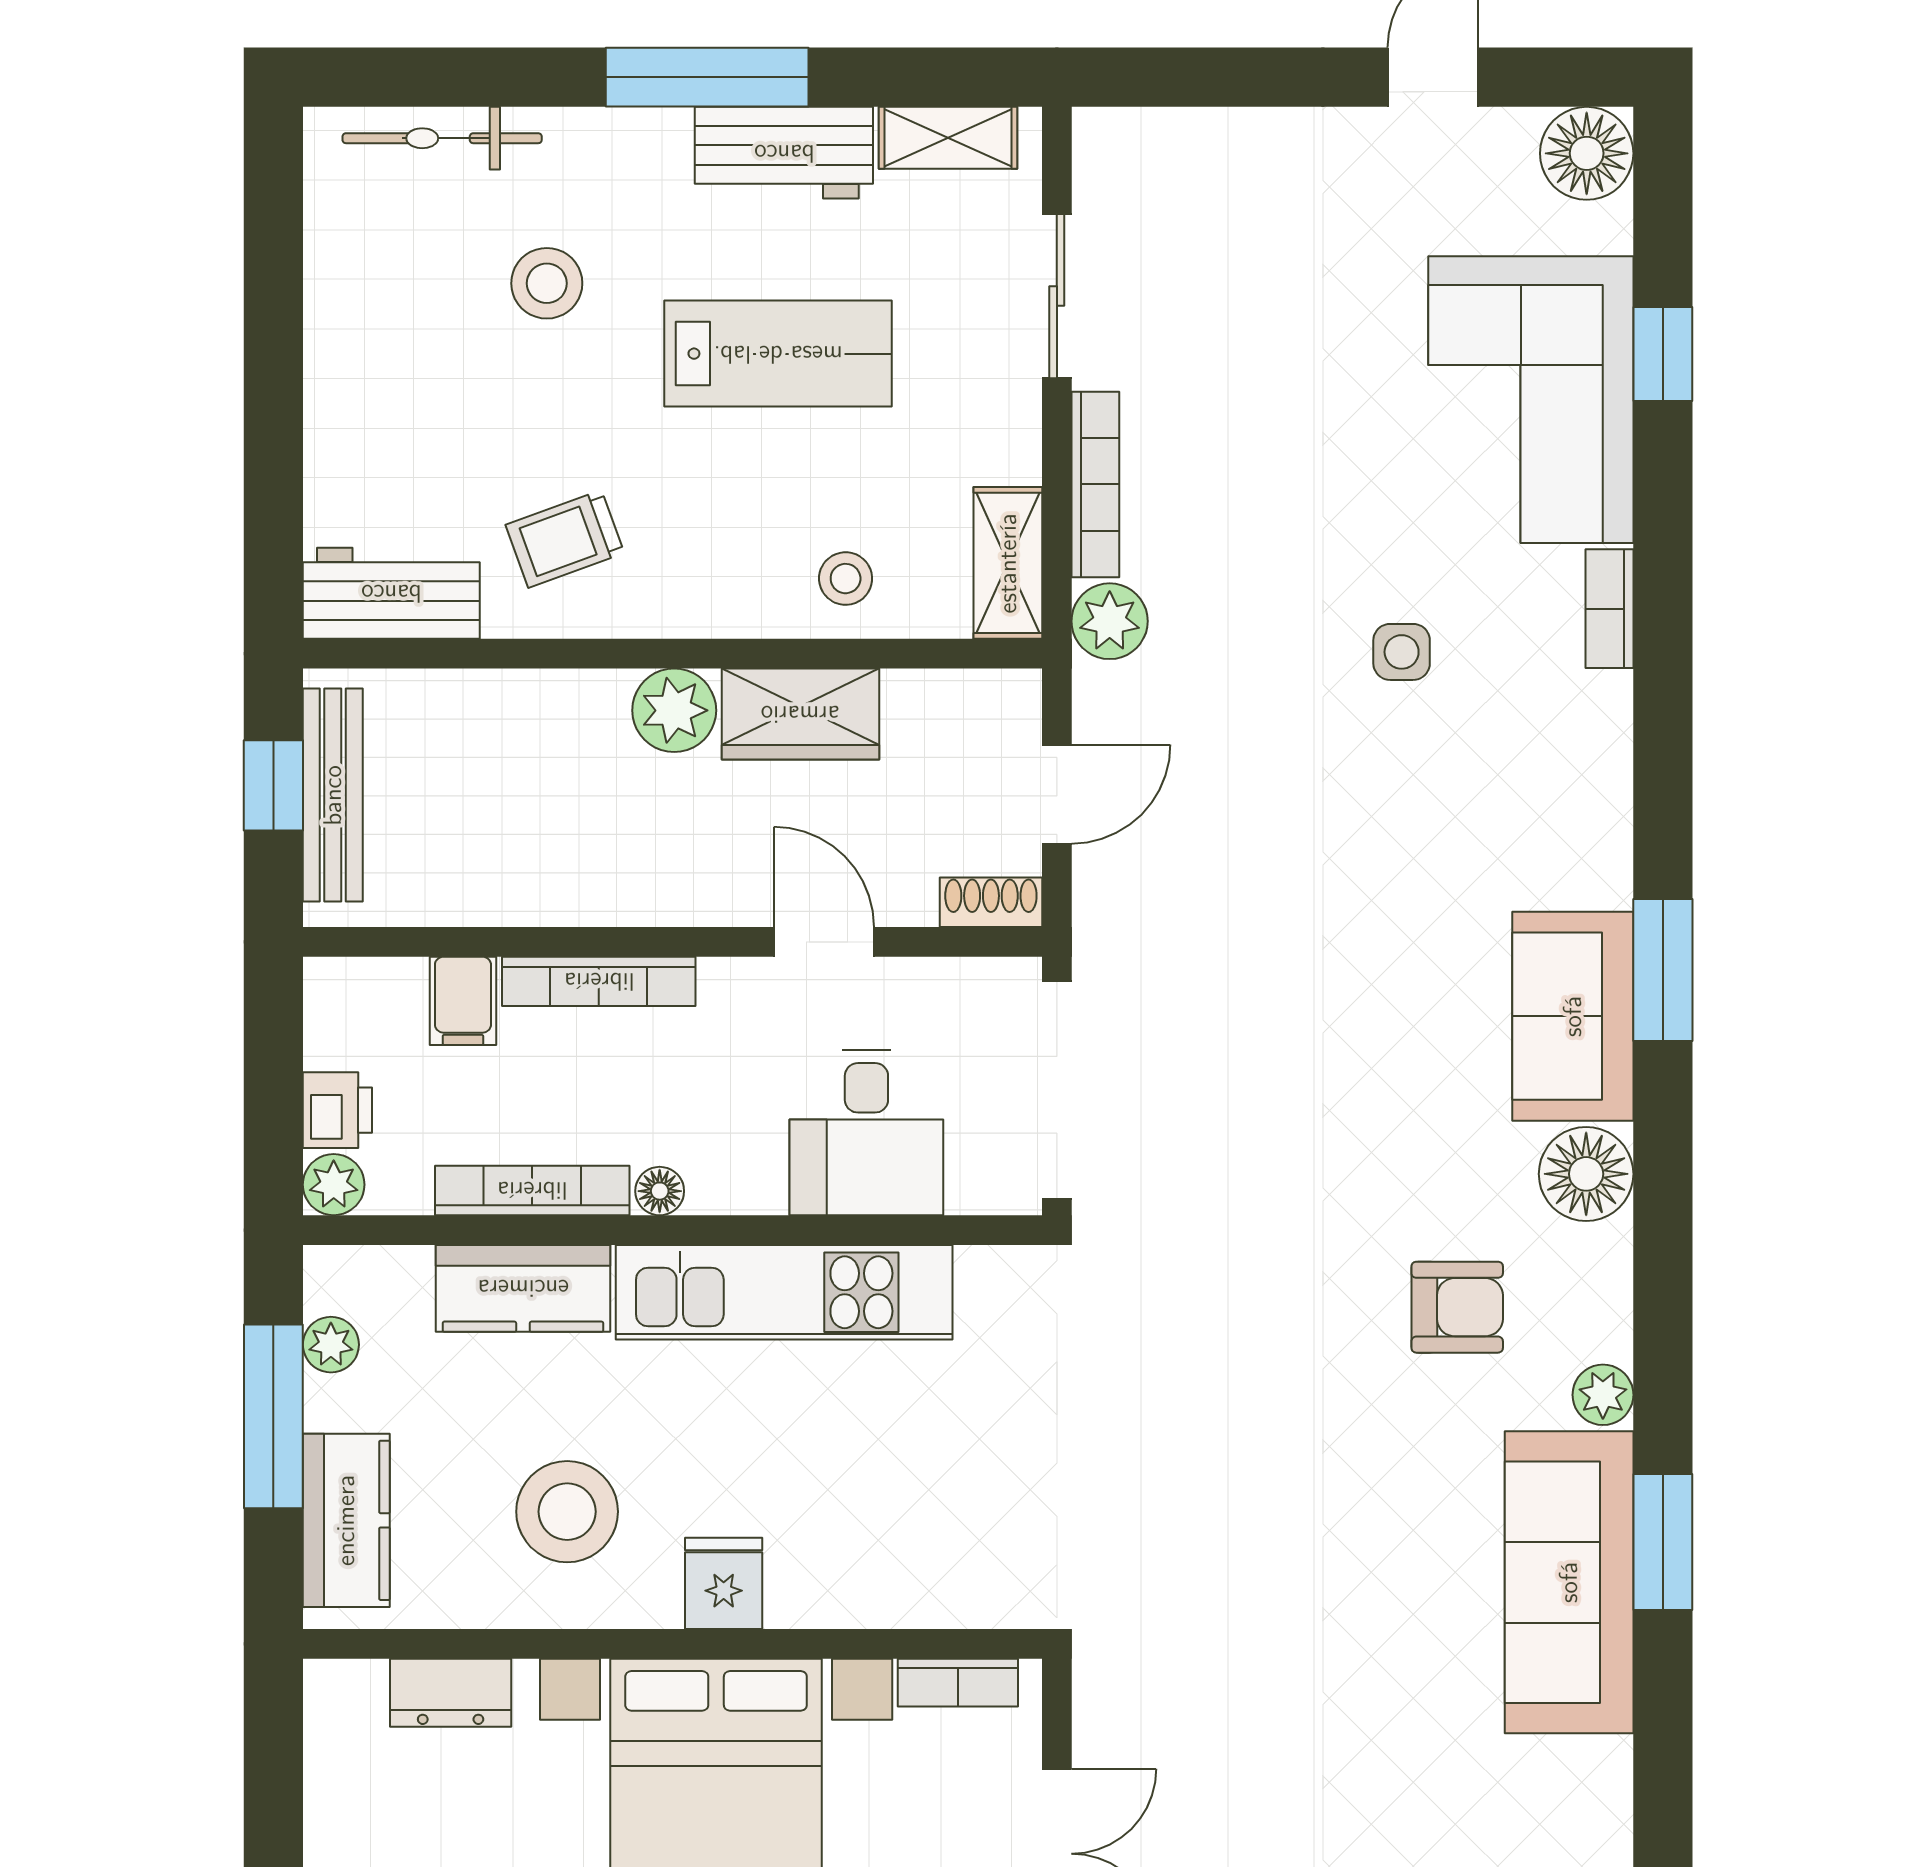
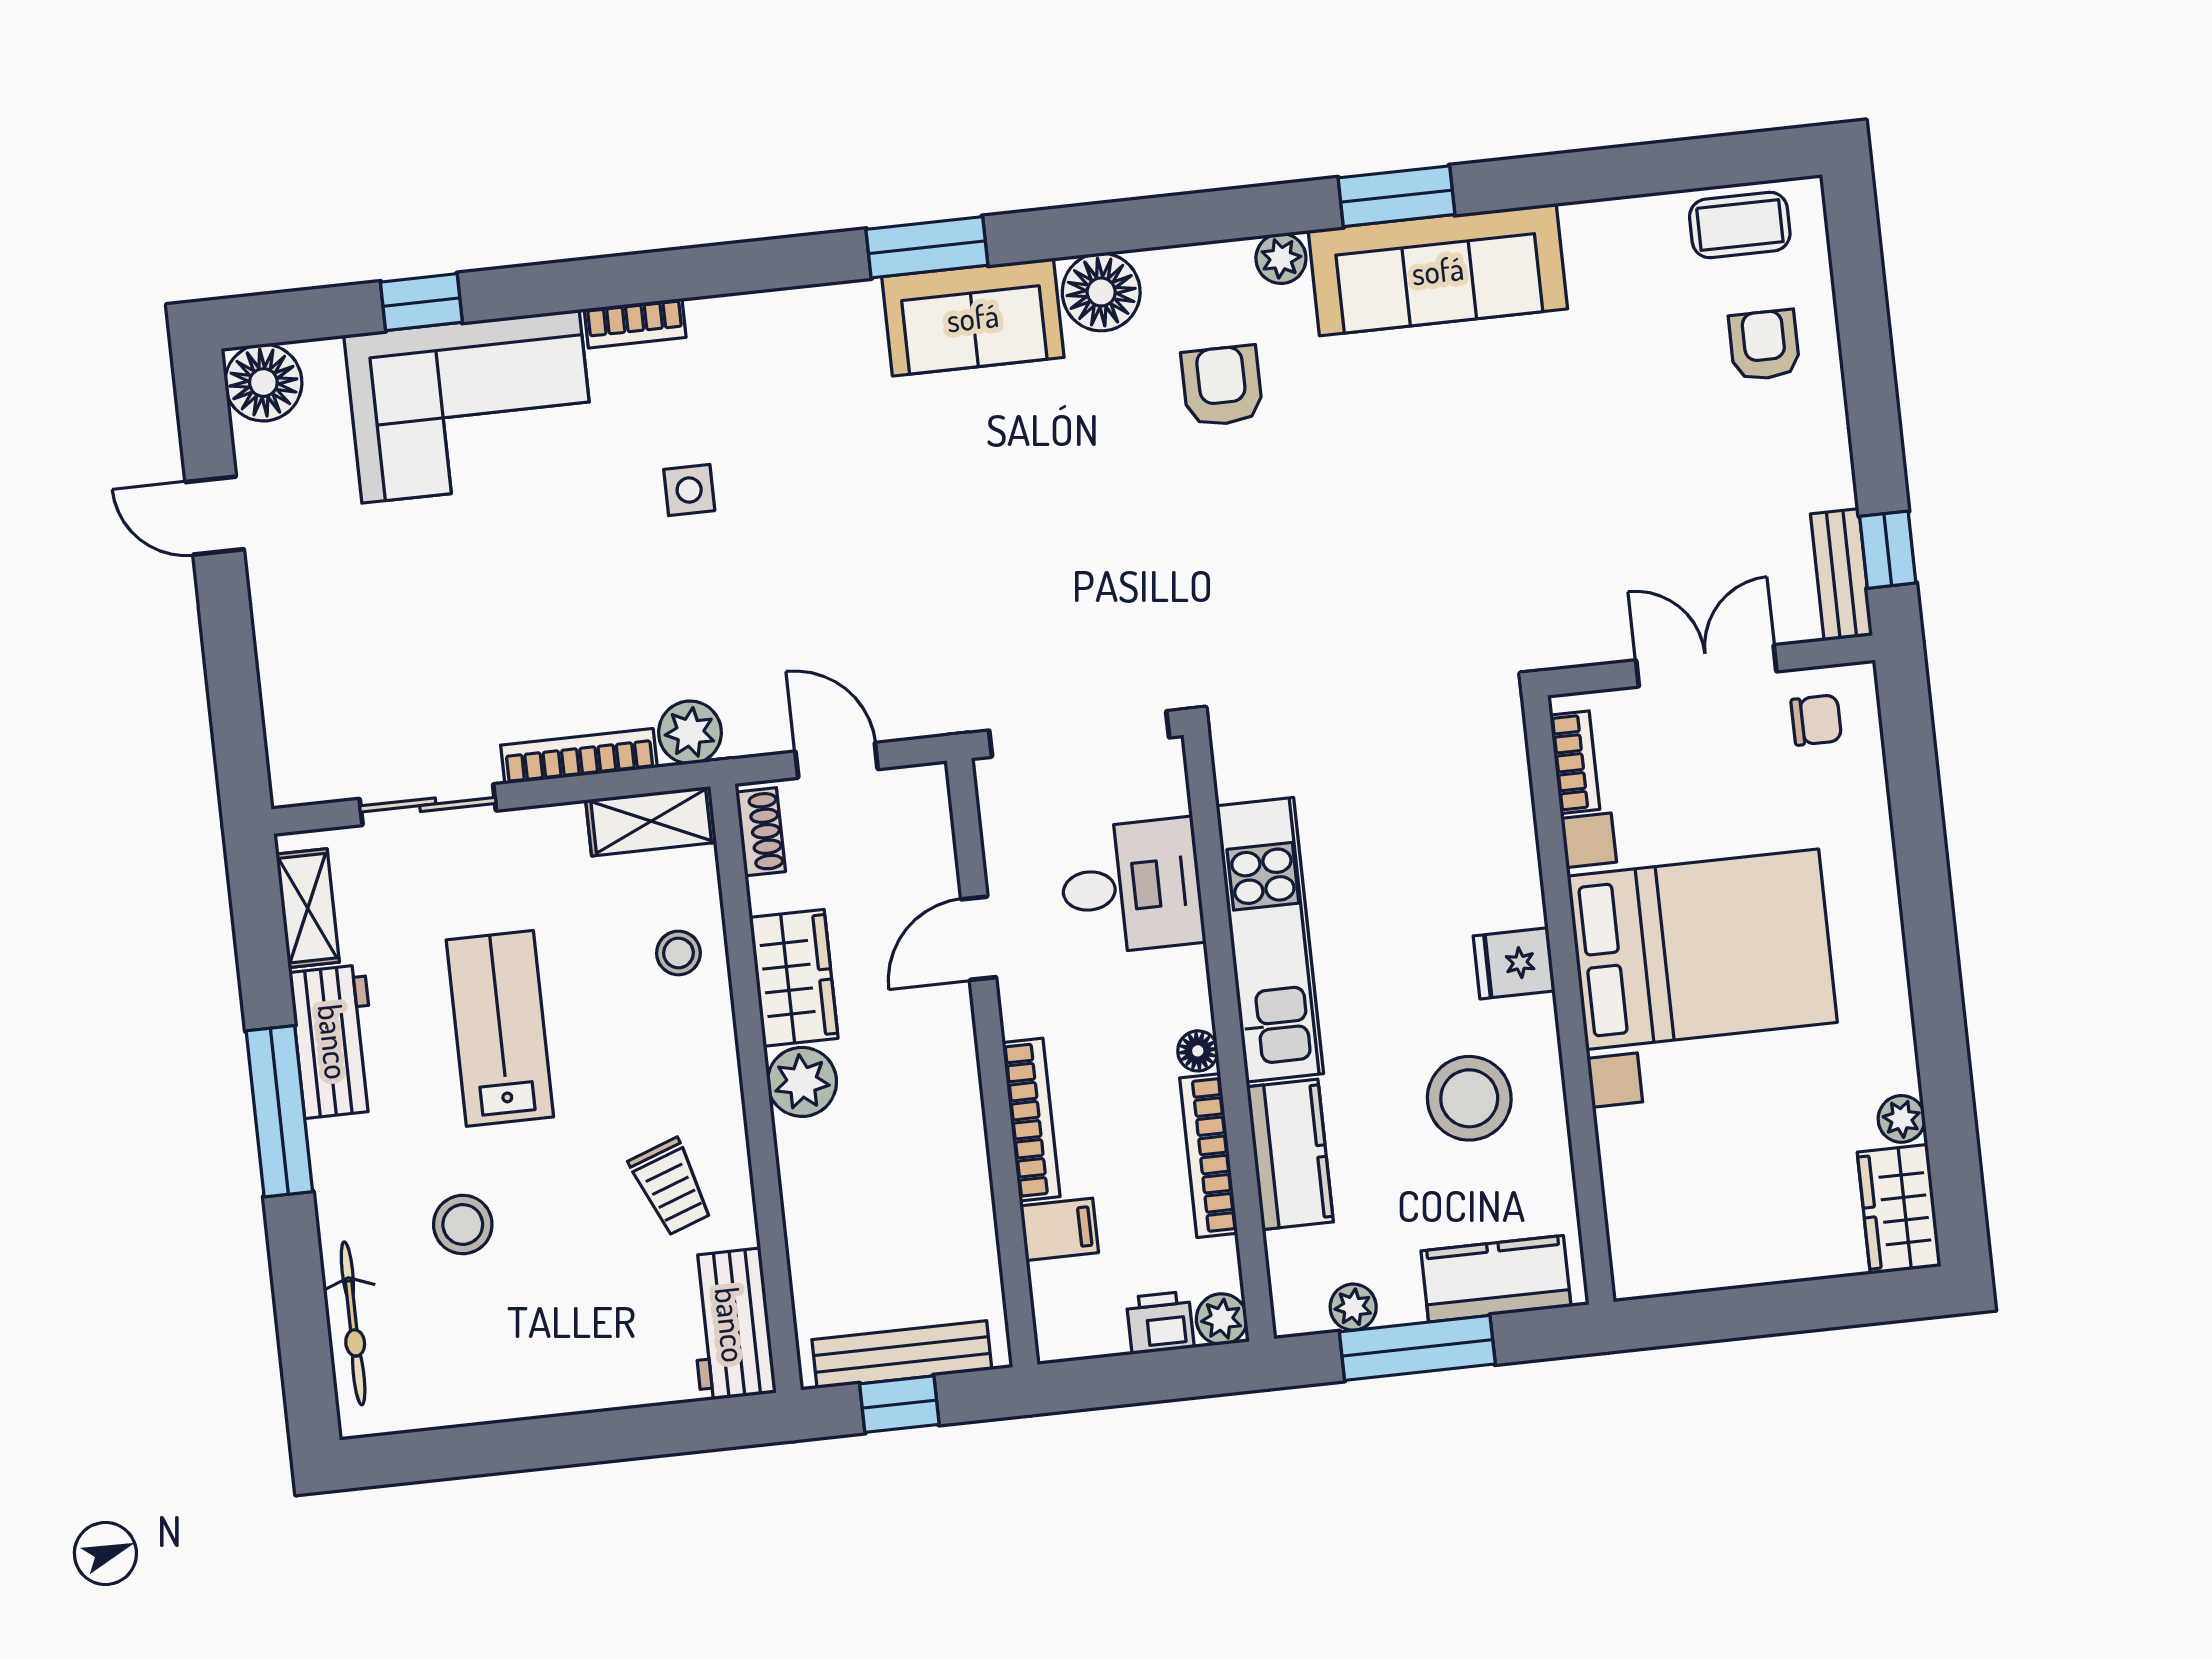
shoe rack: (991, 902) -> (761, 832), moved, turned 180
dresser: (451, 1693) -> (1628, 1178), removed

